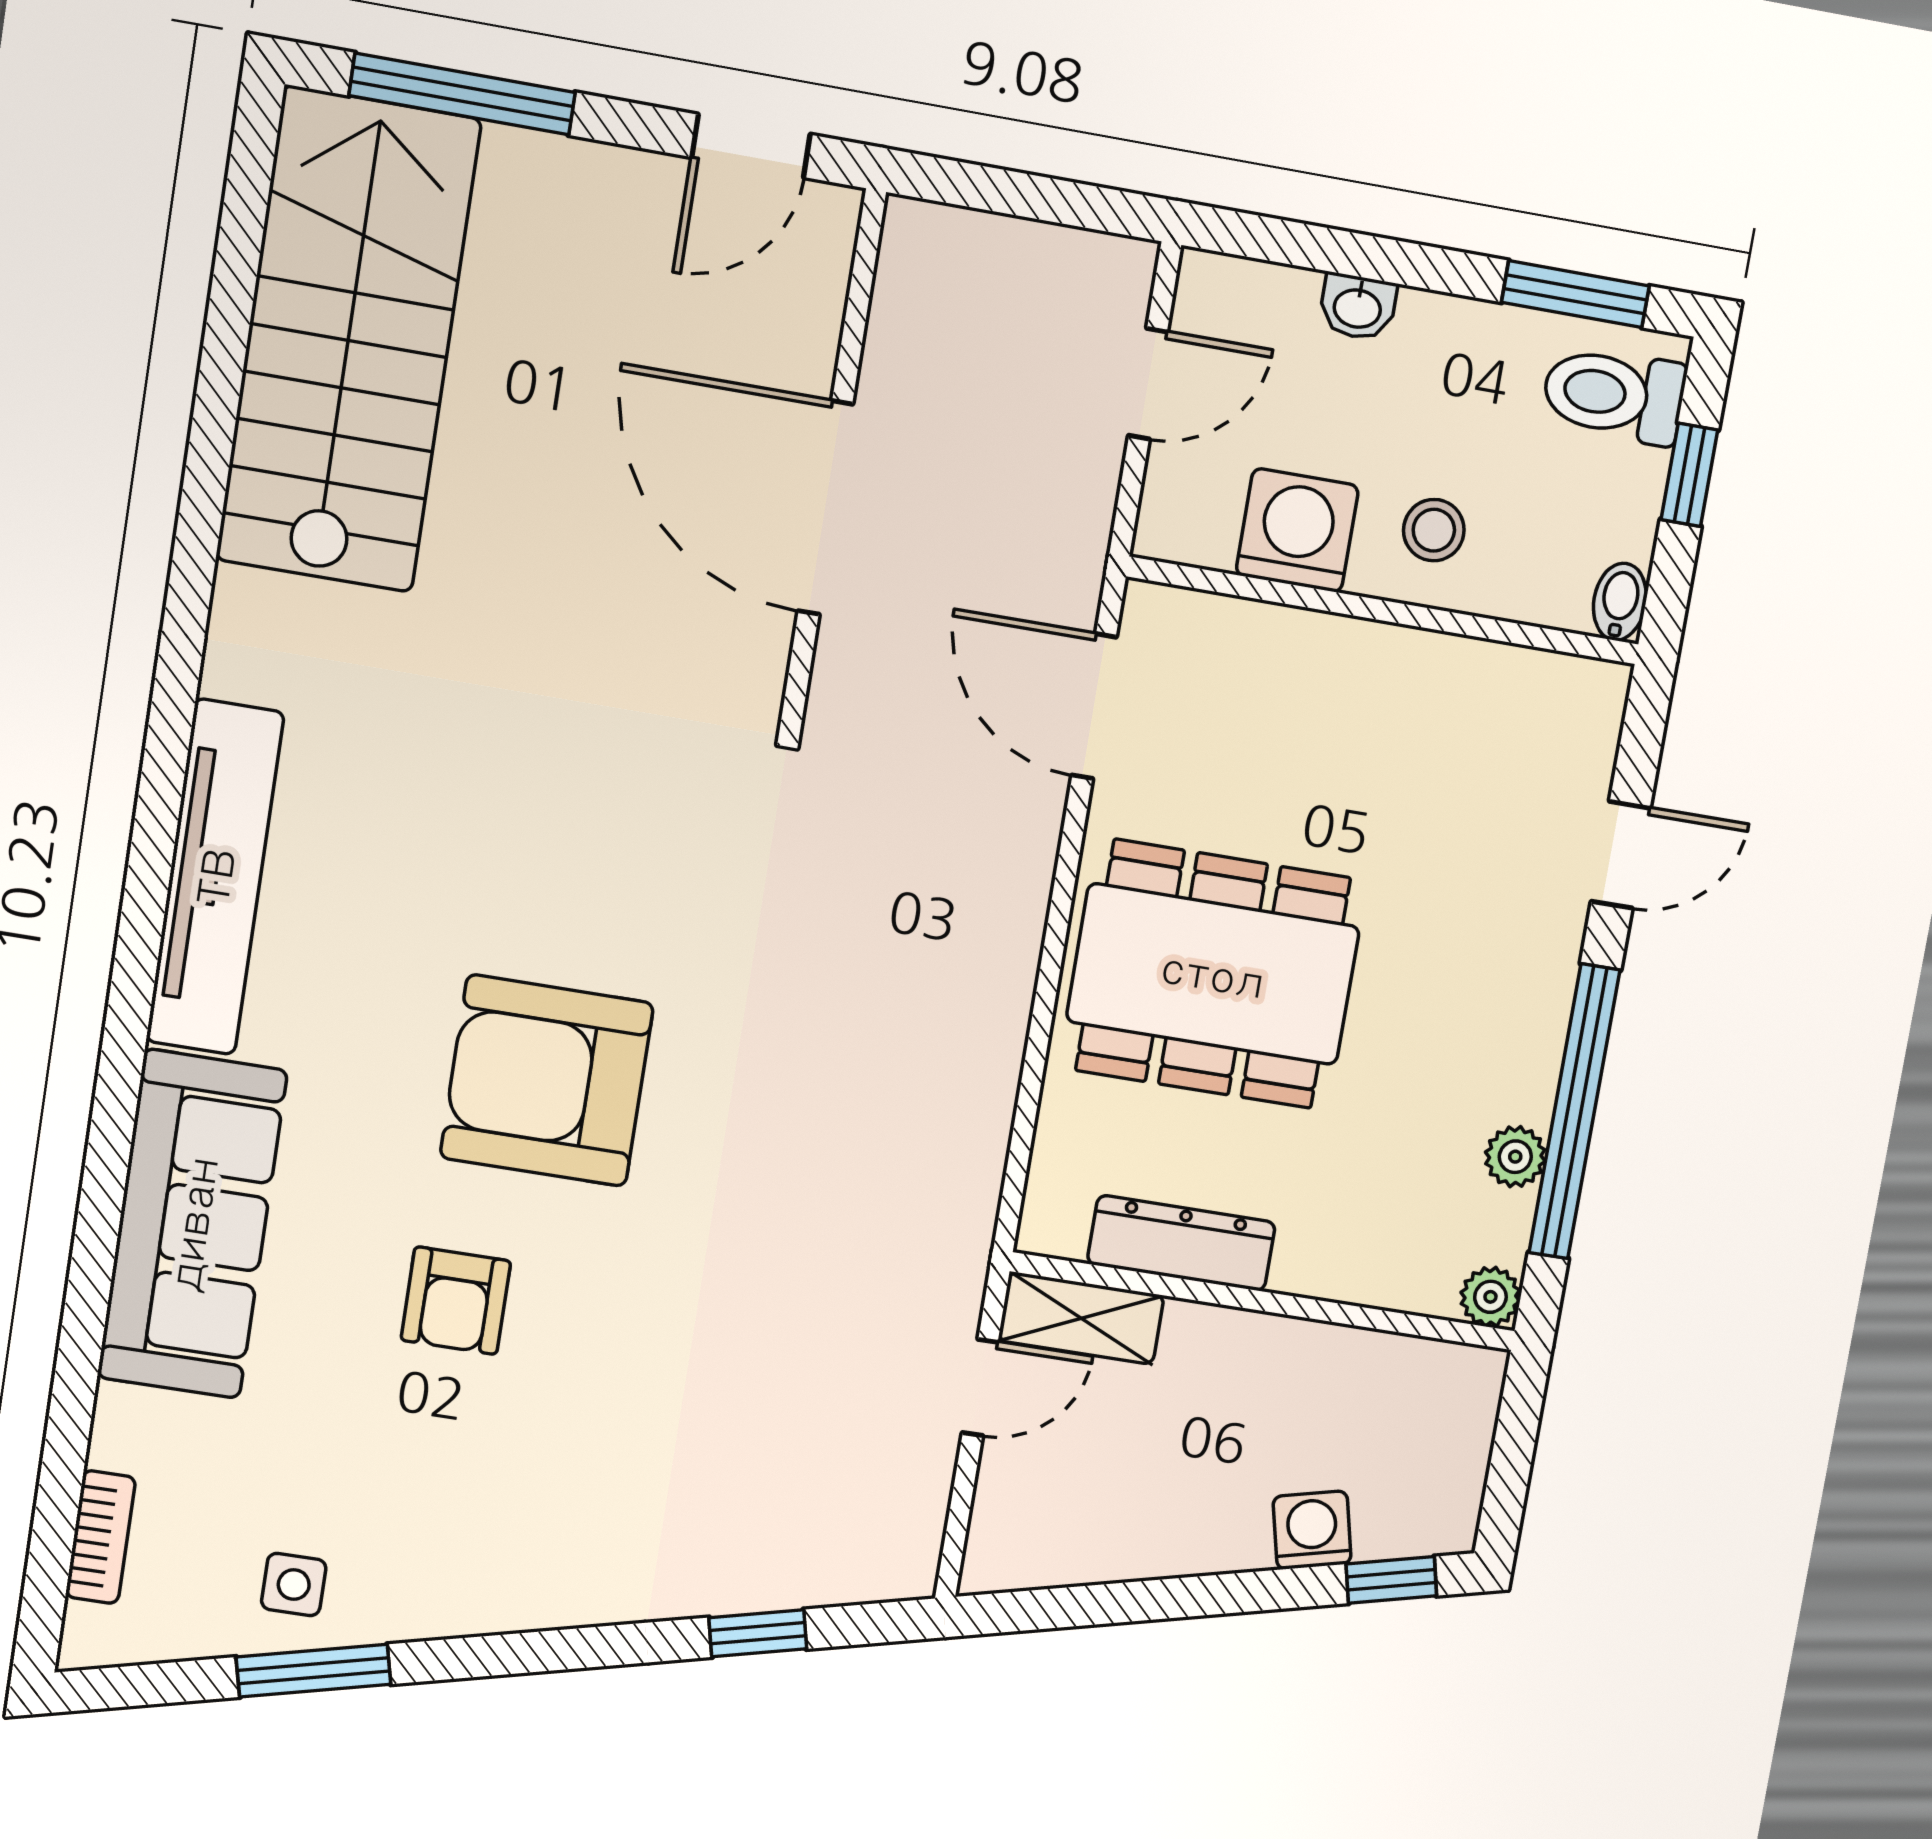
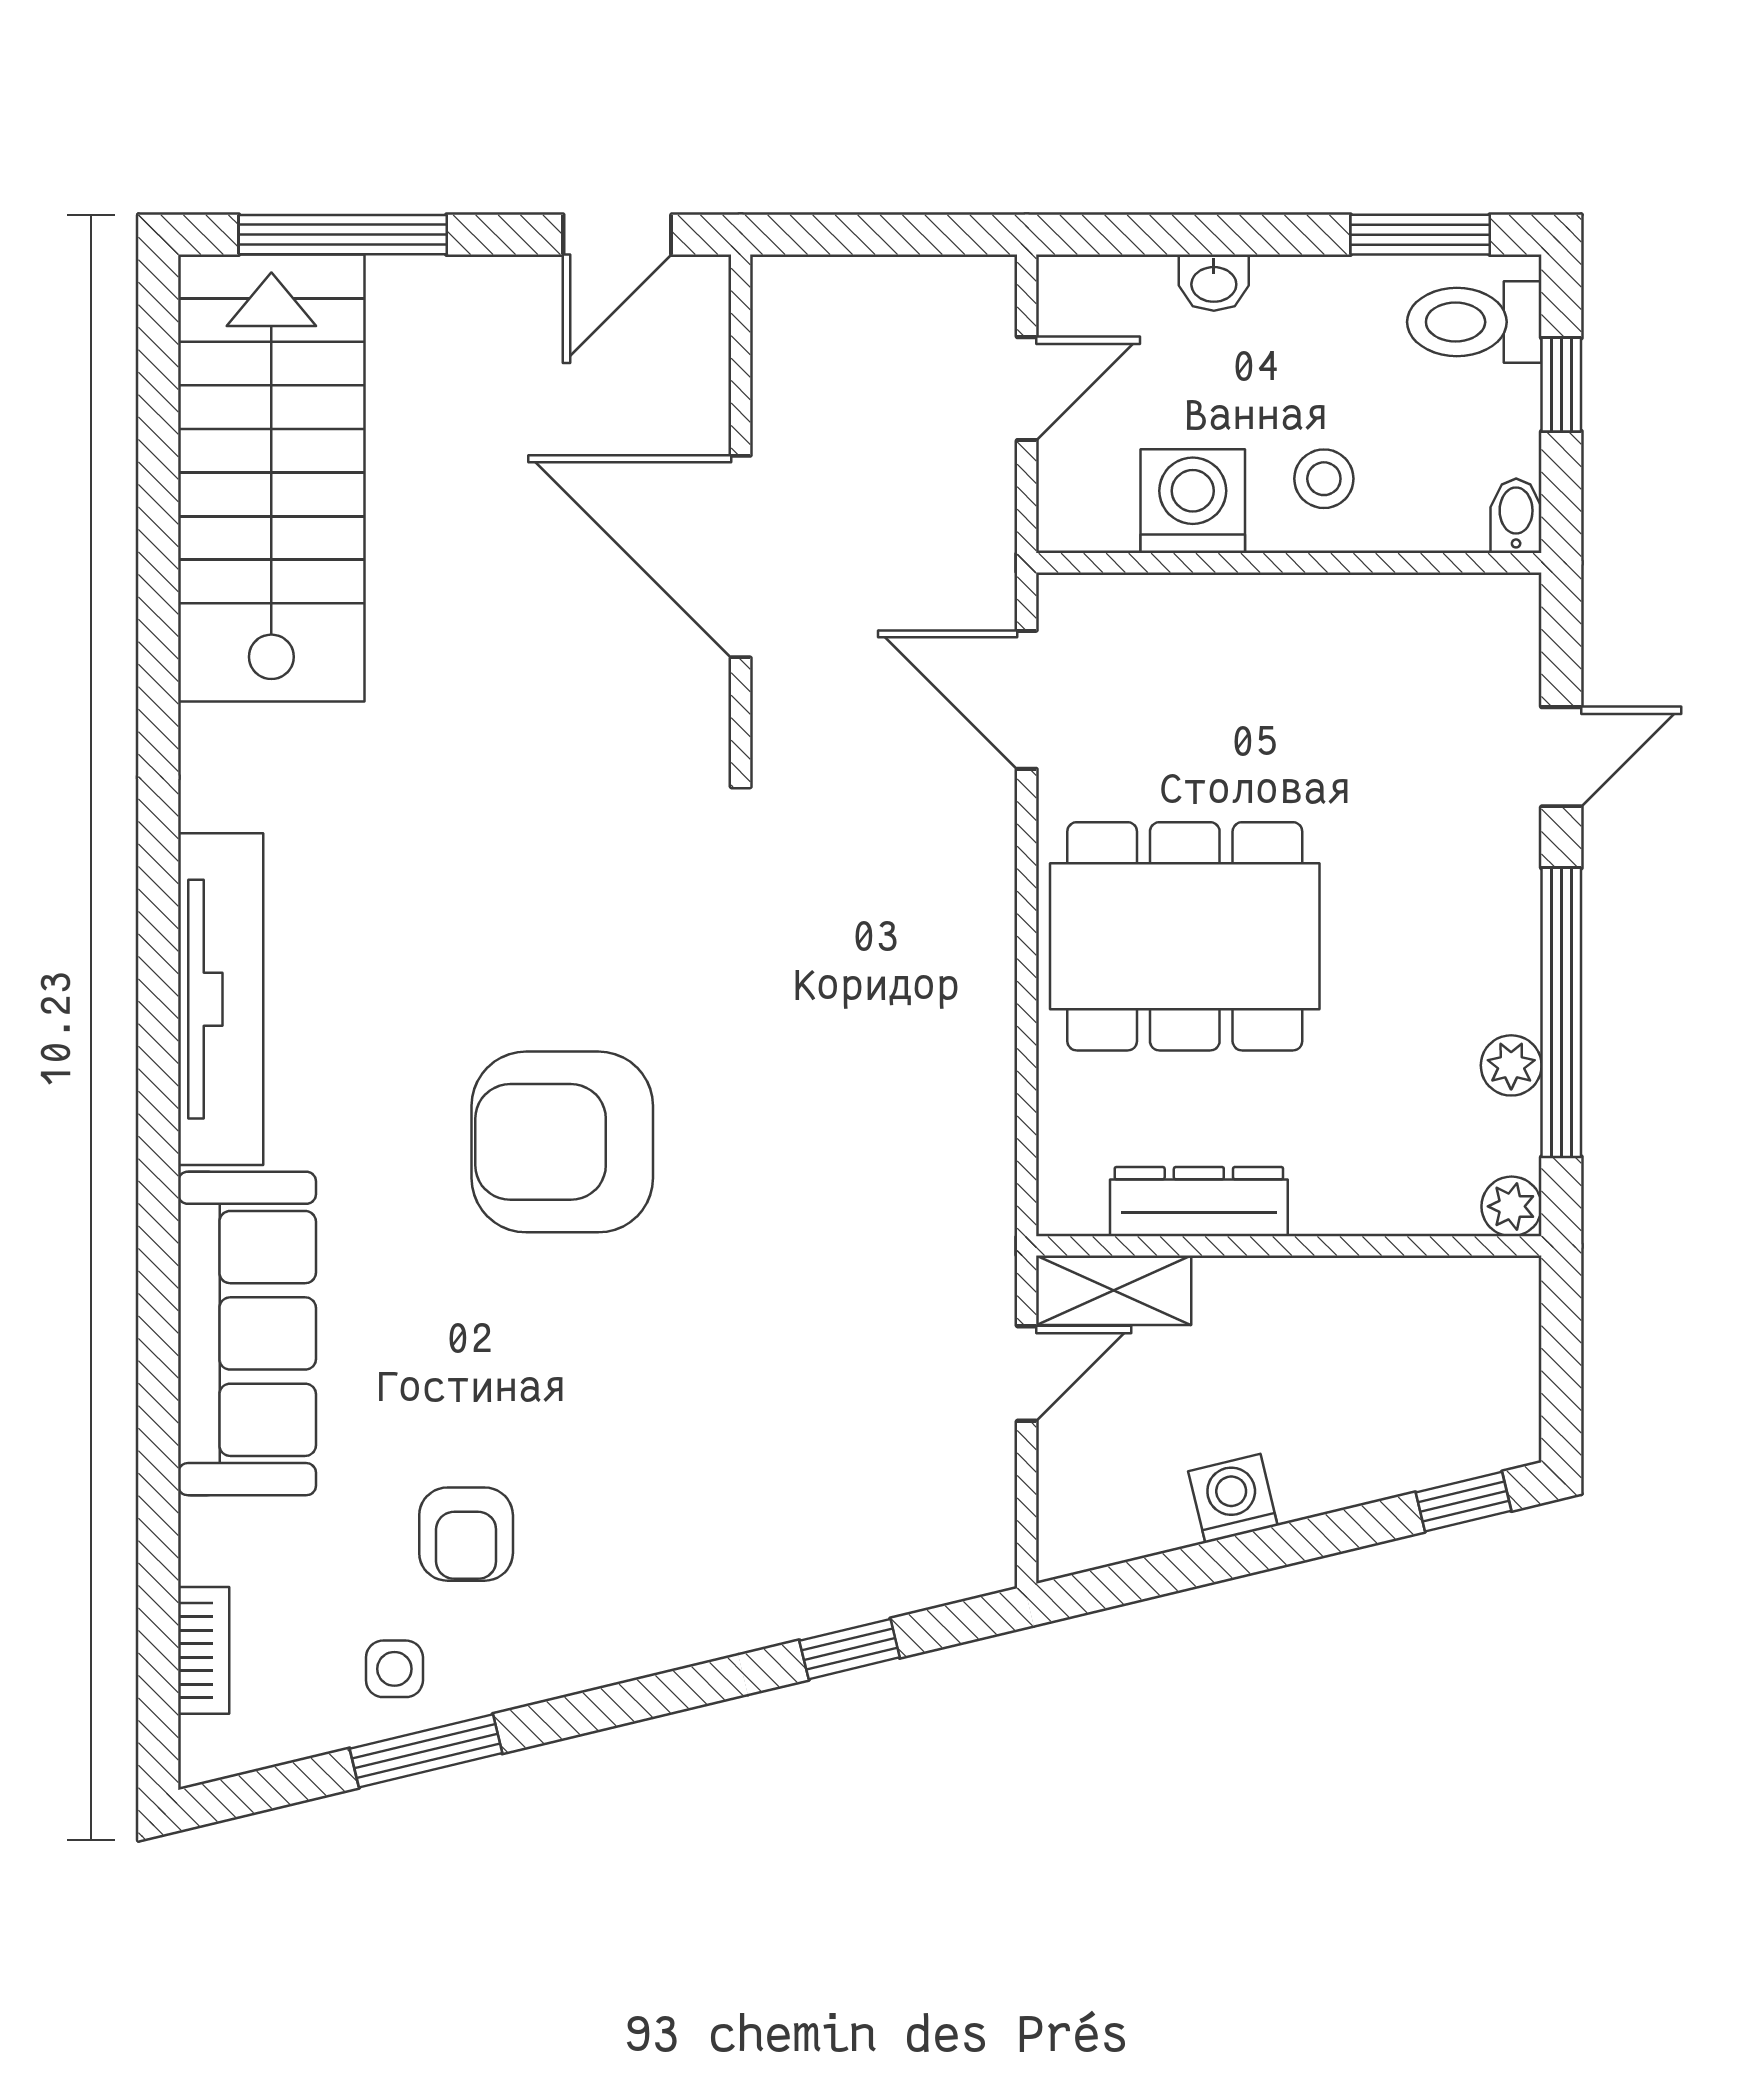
armchair: (456, 1301) -> (466, 1534), moved
washing machine: (1312, 1530) -> (1233, 1498), moved

